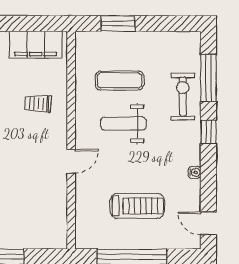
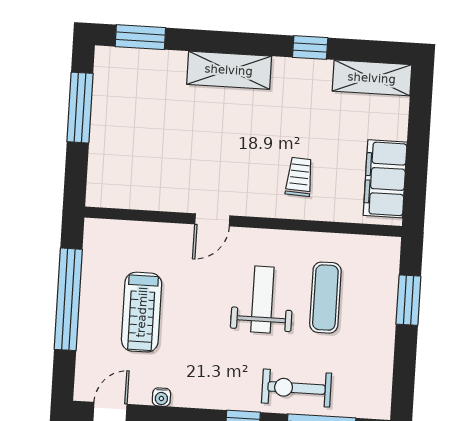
exercise bike: (183, 97) -> (297, 388), turned 180
door: (71, 161) -> (212, 220), hinge flipped
water cooler: (195, 172) -> (161, 397), moved

